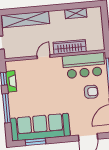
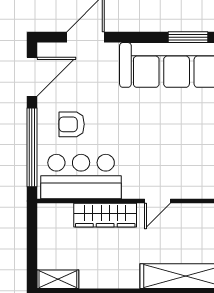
shelving: (76, 13) -> (58, 279), moved

